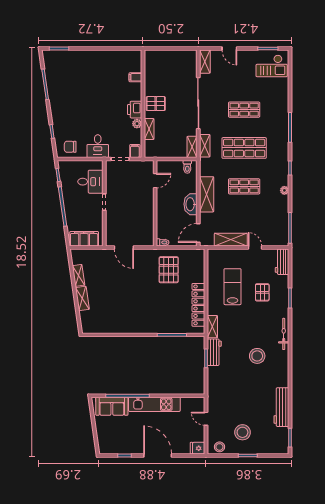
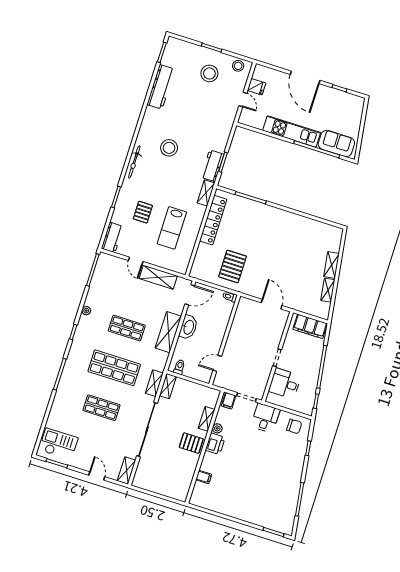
fridge: (198, 448) -> (257, 87), moved

